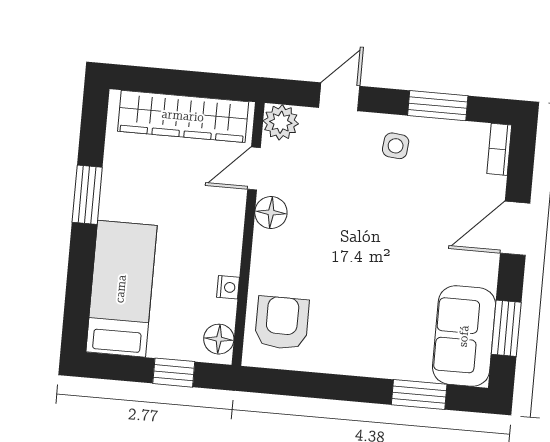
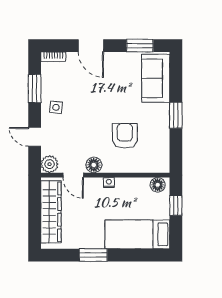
nightstand: (228, 287) -> (109, 183), moved
armchair: (282, 323) -> (125, 136), moved, turned 90
sofa: (464, 336) -> (156, 78), moved, turned 90
window: (419, 394) -> (176, 115), moved

